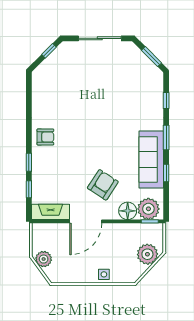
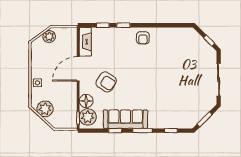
door: (86, 221) -> (78, 69), hinge flipped
plant: (147, 254) -> (45, 109), moved

